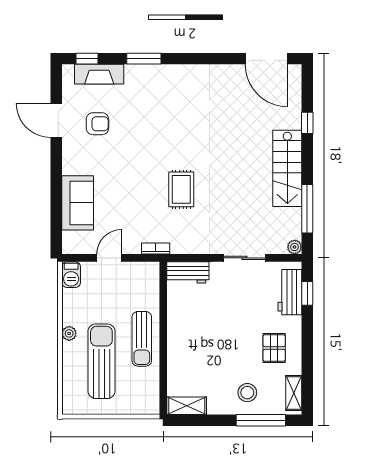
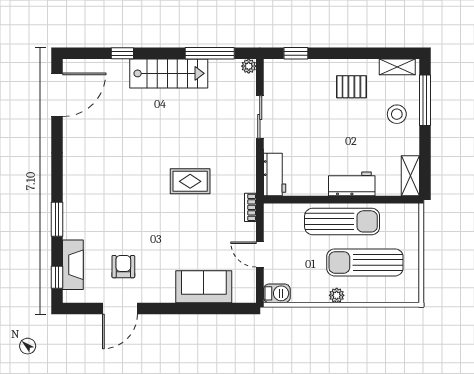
workbench: (290, 292) -> (352, 184), moved, turned 180
sun lounger: (142, 339) -> (342, 221), width x1.36, depth x1.34

